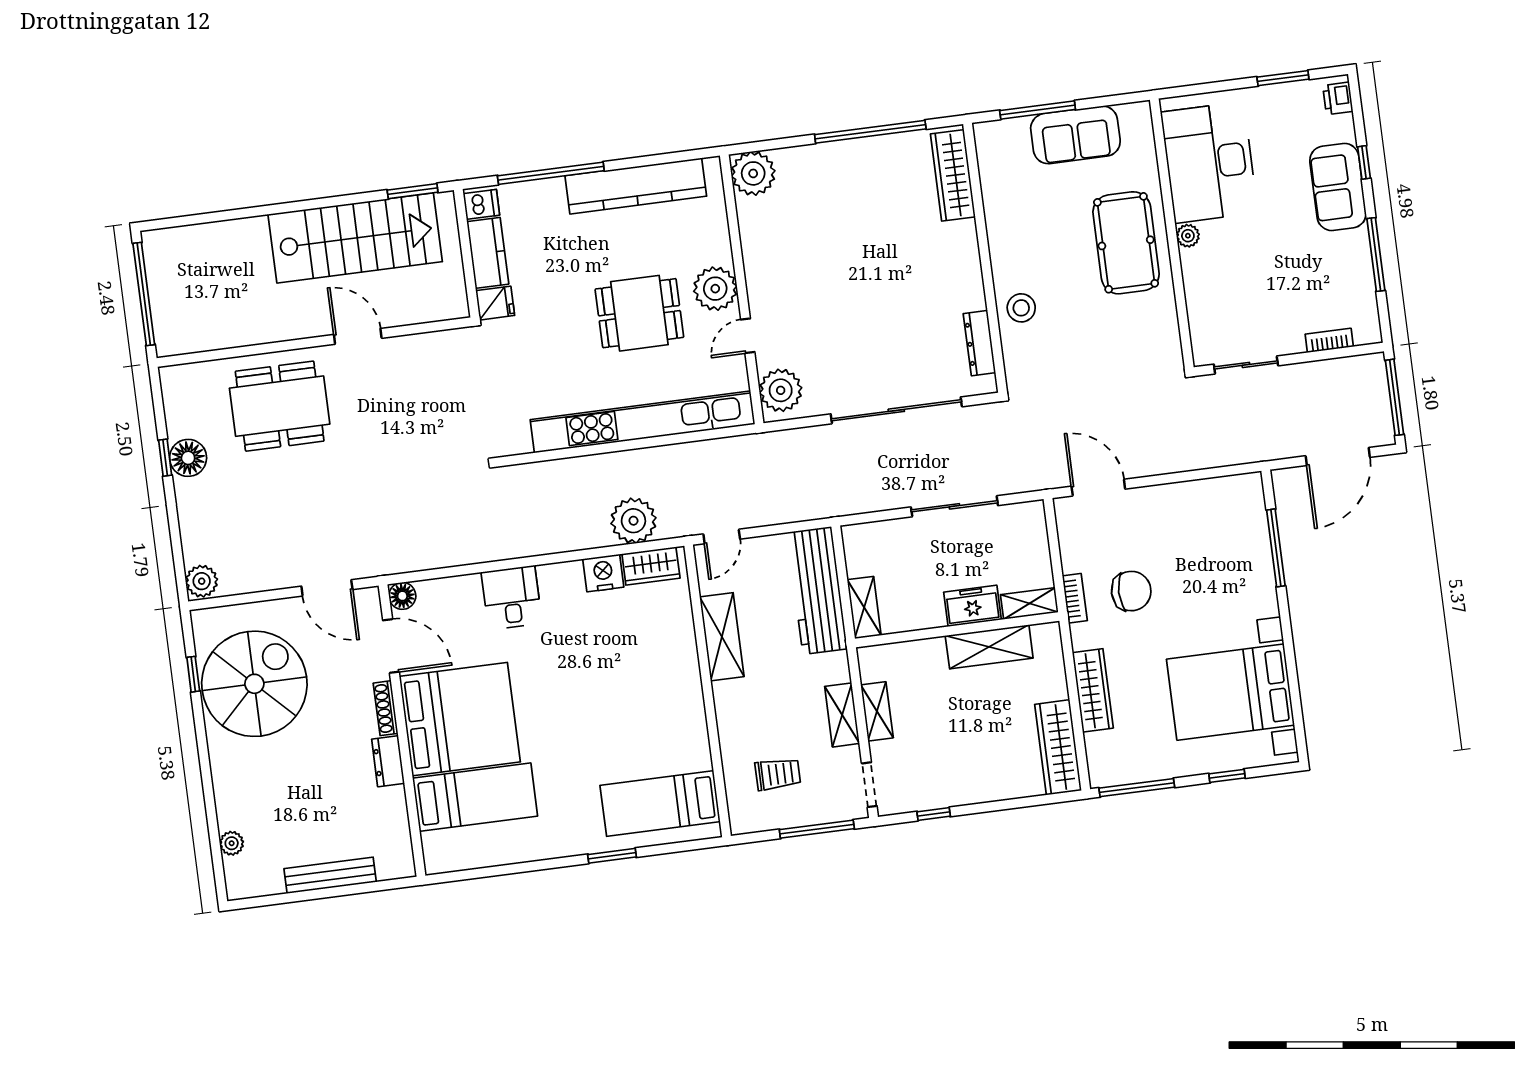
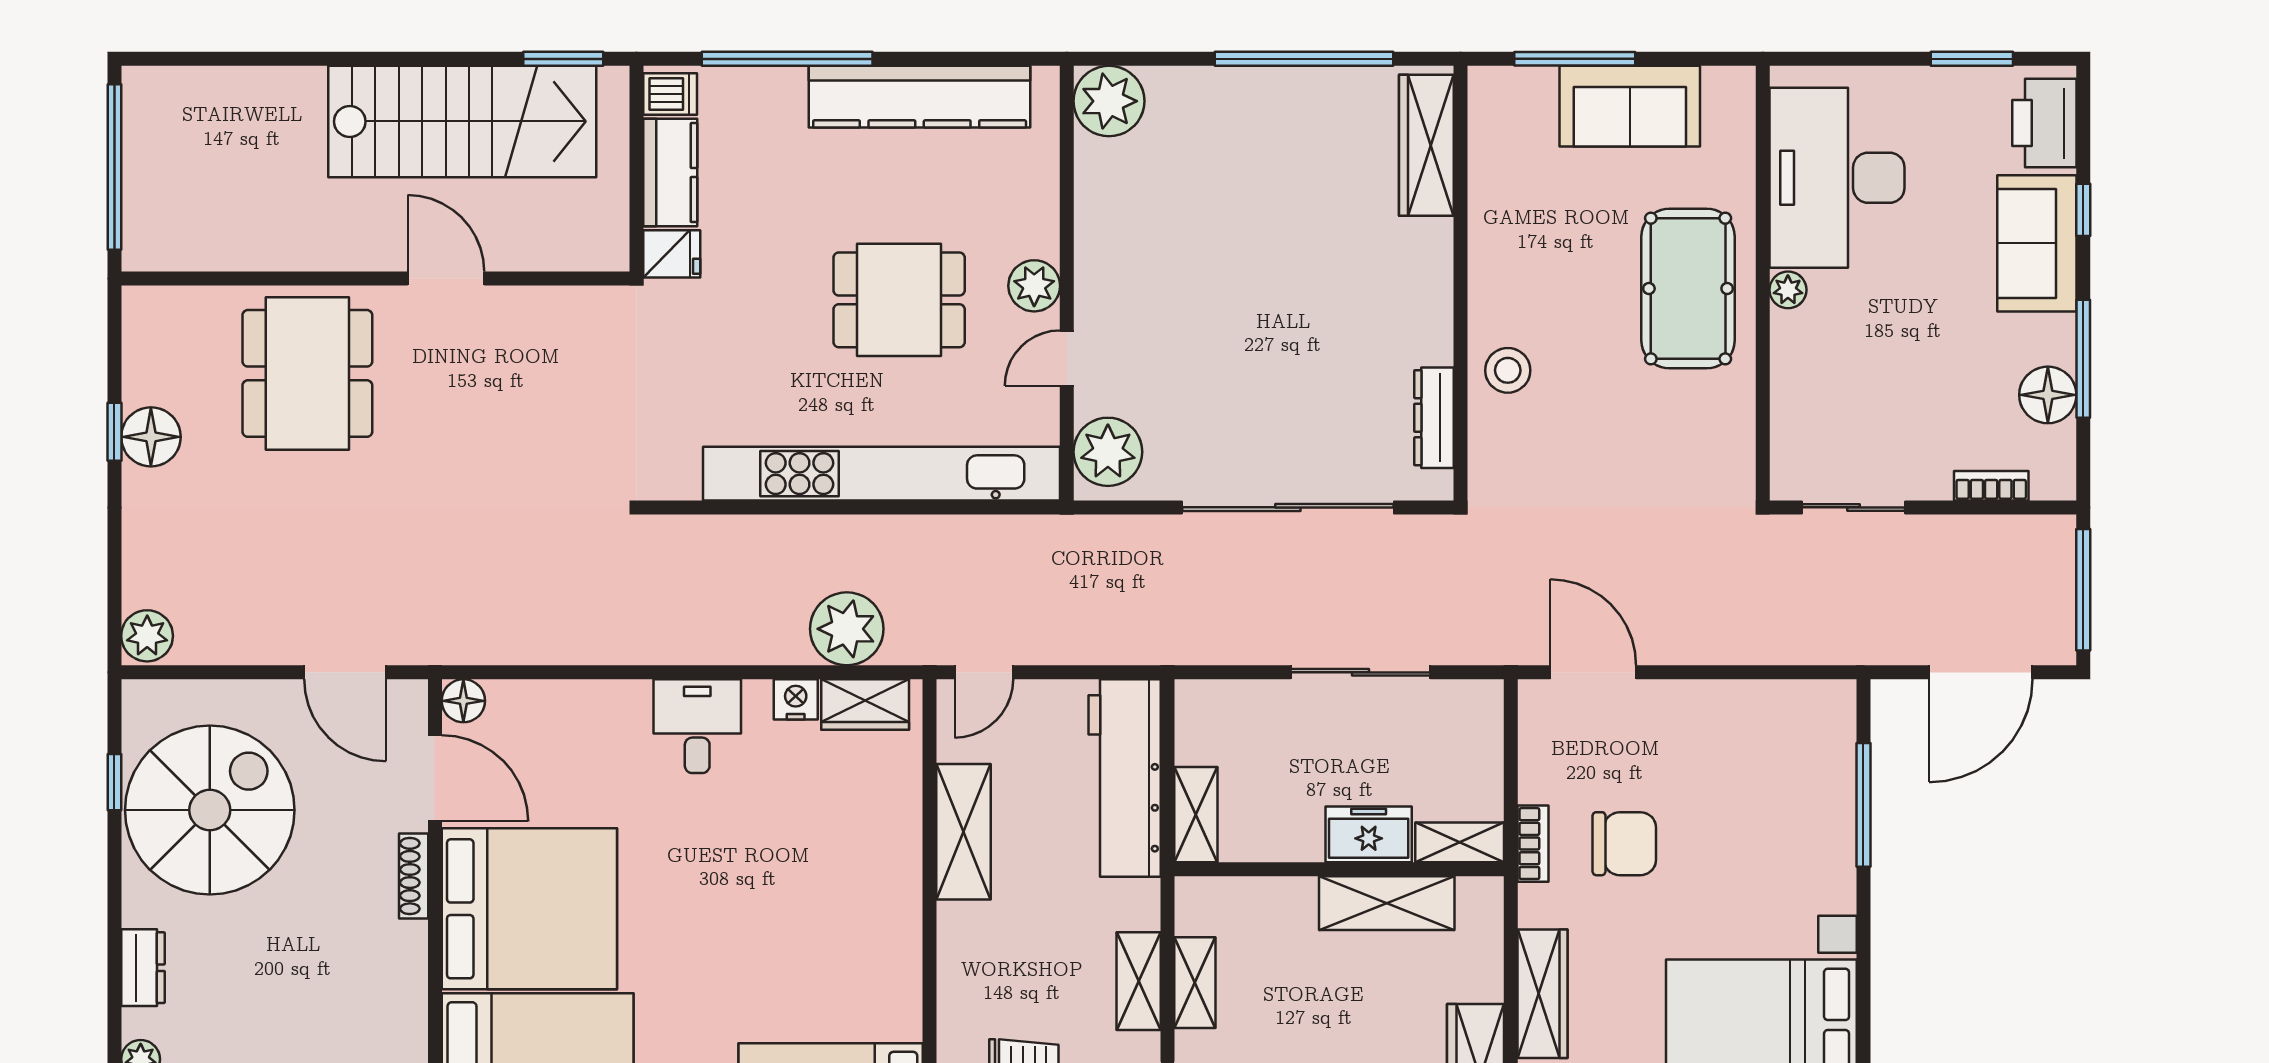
printer: (1338, 98) -> (2044, 123), width x1.87, depth x1.48
floor lamp: (1357, 280) -> (2048, 395), added
plant: (715, 289) -> (1034, 286), width x0.73, depth x0.73
dining table: (280, 406) -> (307, 373), turned 90
nightstand: (603, 573) -> (796, 699), width x0.74, depth x0.75
desk: (512, 598) -> (697, 726), moved
dresser: (388, 761) -> (143, 968), moved, turned 180

